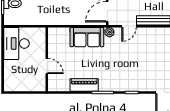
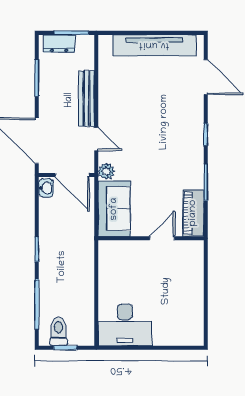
wall: (47, 59) -> (151, 238), moved
door: (47, 66) -> (162, 238), moved

